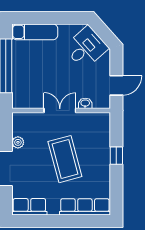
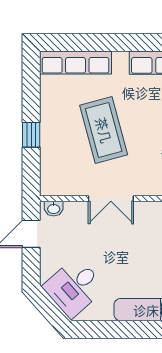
washbasin: (85, 103) -> (54, 209), moved

